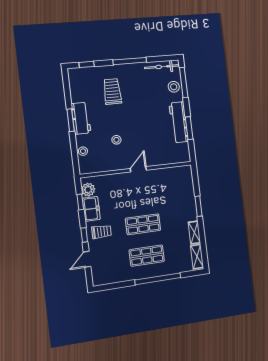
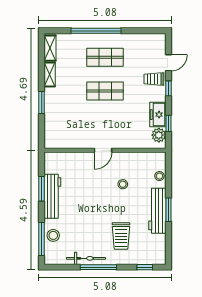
bicycle: (162, 67) -> (86, 258), moved
workbench: (81, 118) -> (157, 211), width x1.37
trolley: (101, 232) -> (154, 79), moved

